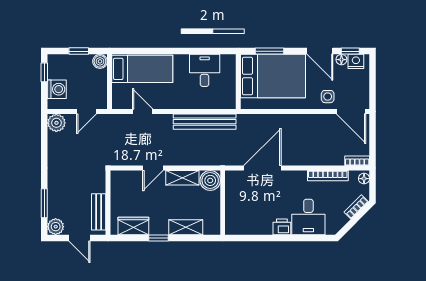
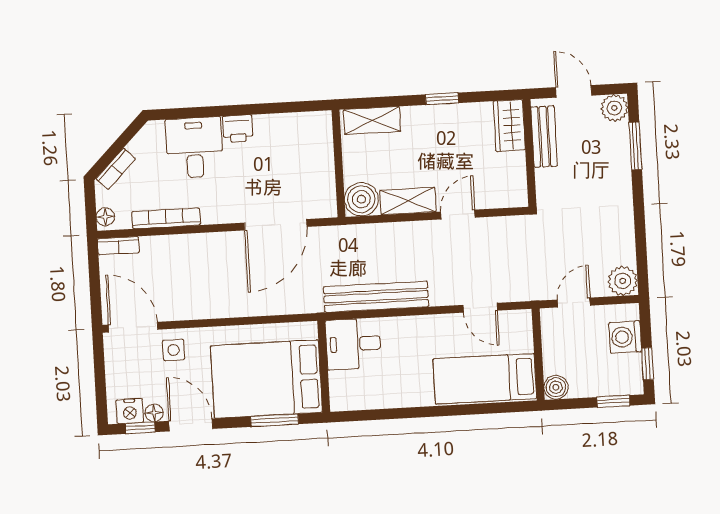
window: (79, 51) -> (613, 401), moved
desk: (205, 70) -> (353, 344), moved, turned 90
wardrobe: (133, 226) -> (509, 126), moved, turned 90
shelving: (186, 227) -> (372, 120), moved

